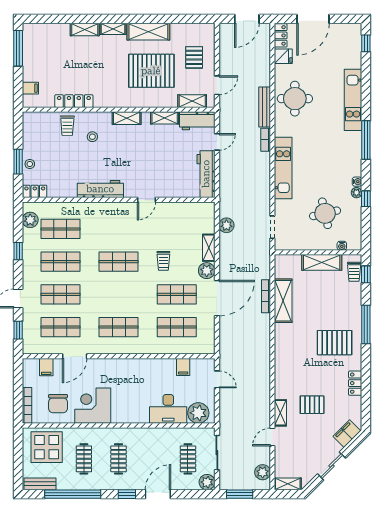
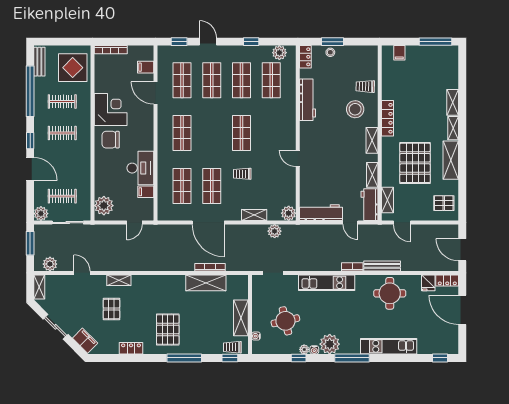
pallet: (194, 57) -> (444, 203), moved
locker: (74, 101) -> (388, 118), moved
stool: (92, 137) -> (355, 109), width x1.89, depth x1.89
plant: (351, 165) -> (330, 344), added
workbench: (100, 189) -> (308, 100), moved
plant: (207, 271) -> (289, 213), moved
chair: (58, 404) -> (111, 140), moved
desk: (168, 409) -> (140, 168), moved, turned 180
shelving: (280, 413) -> (119, 280), moved

